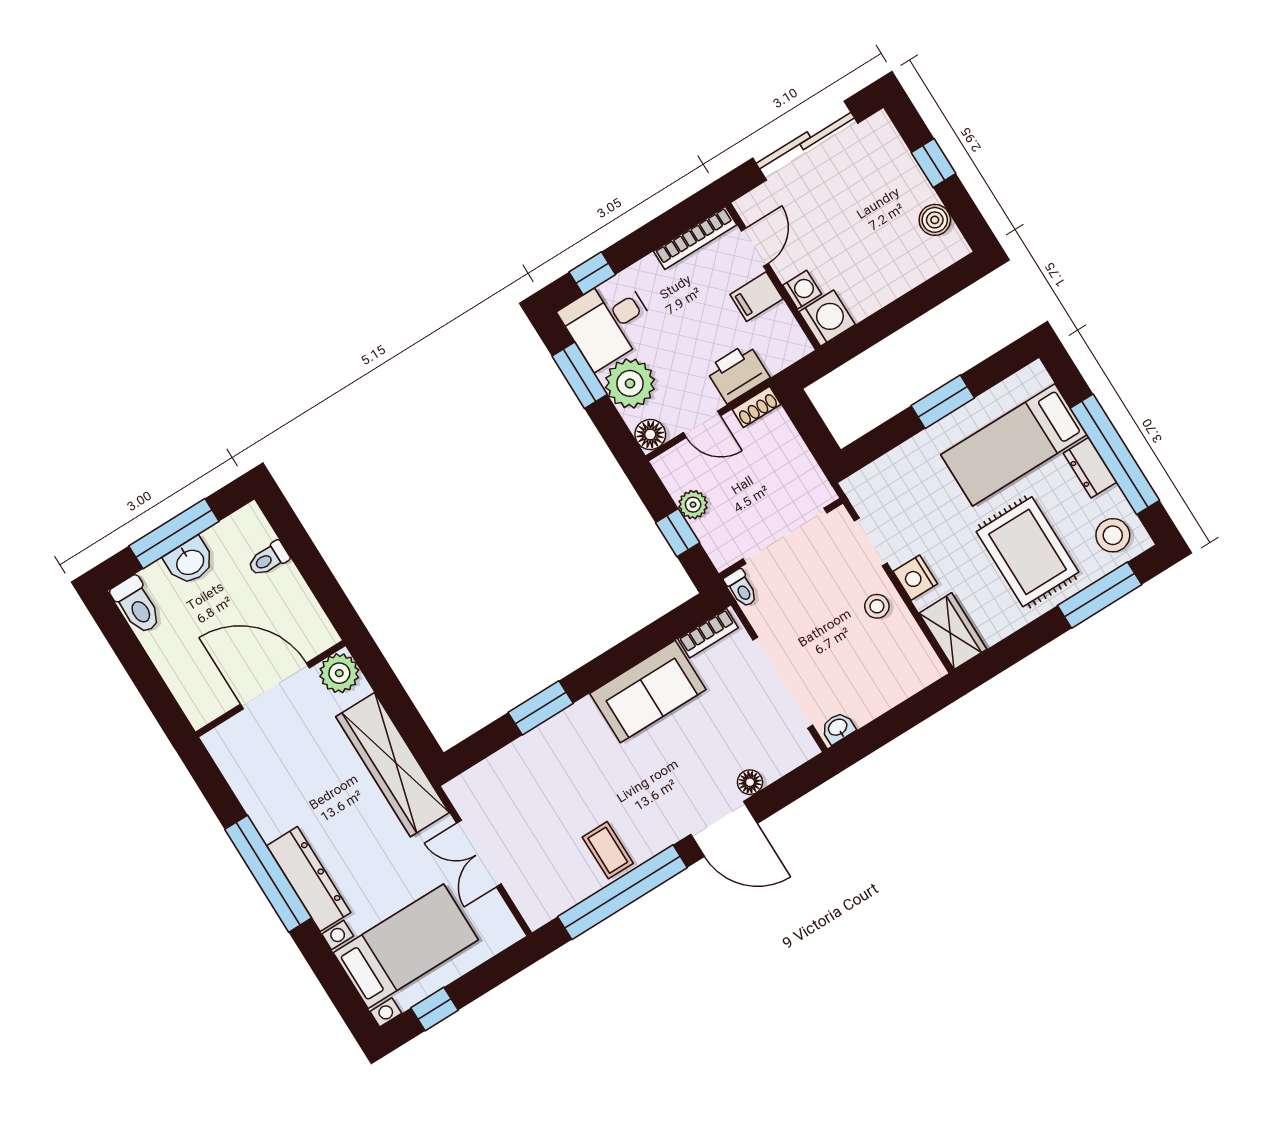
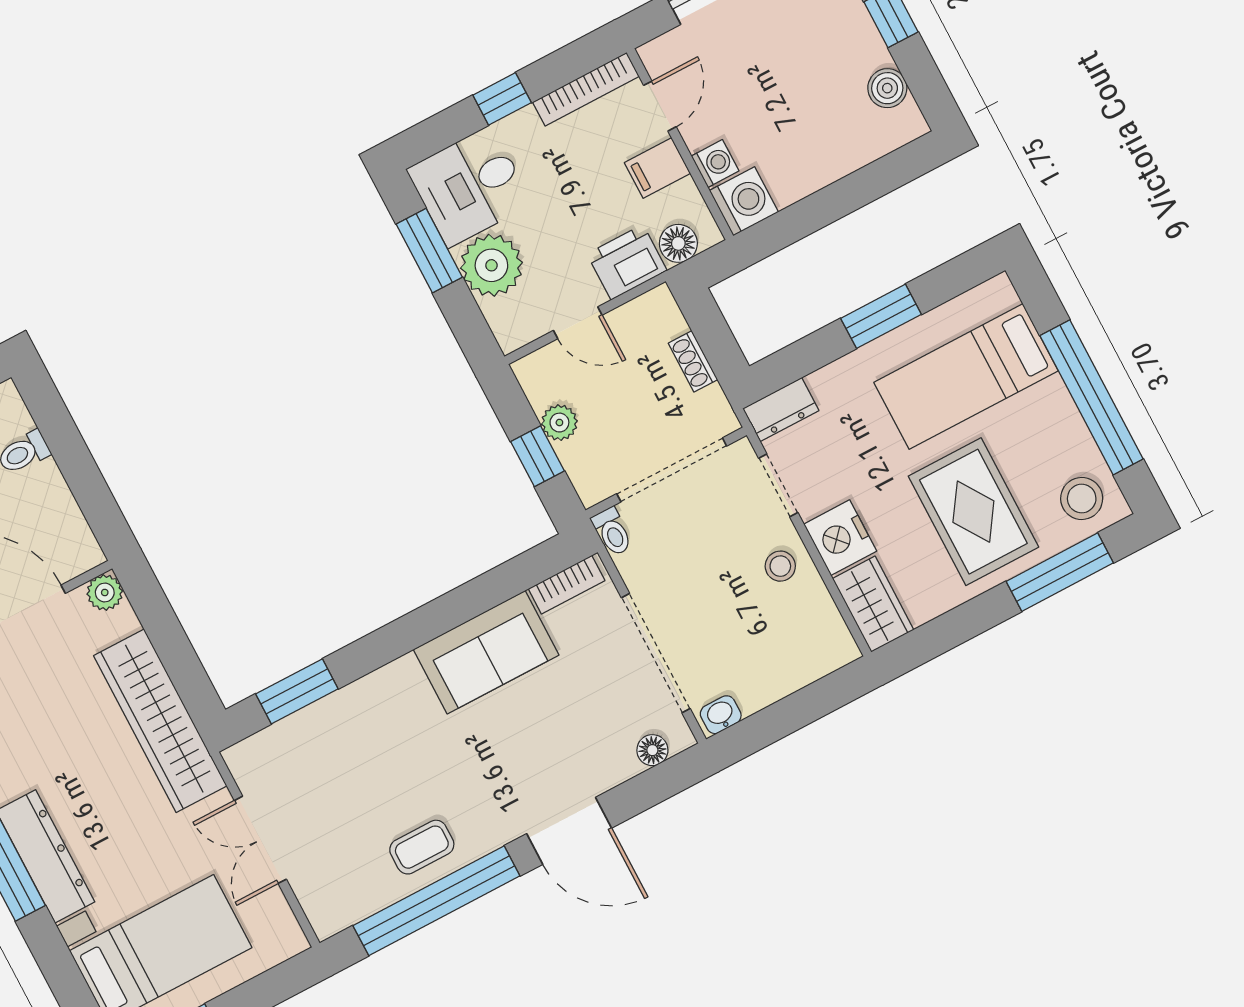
window: (592, 273) -> (502, 99), moved
shoe rack: (757, 407) -> (693, 361), moved, turned 90
floor lamp: (650, 434) -> (678, 243), moved
dresser: (1090, 468) -> (781, 410), moved, turned -90
nightstand: (915, 578) -> (840, 538), width x1.36, depth x1.33
plant: (339, 673) -> (105, 592), width x0.73, depth x0.73
window: (541, 708) -> (297, 691), moved
floor lamp: (750, 782) -> (652, 750), moved
coffee table: (608, 850) -> (422, 847), turned 90

